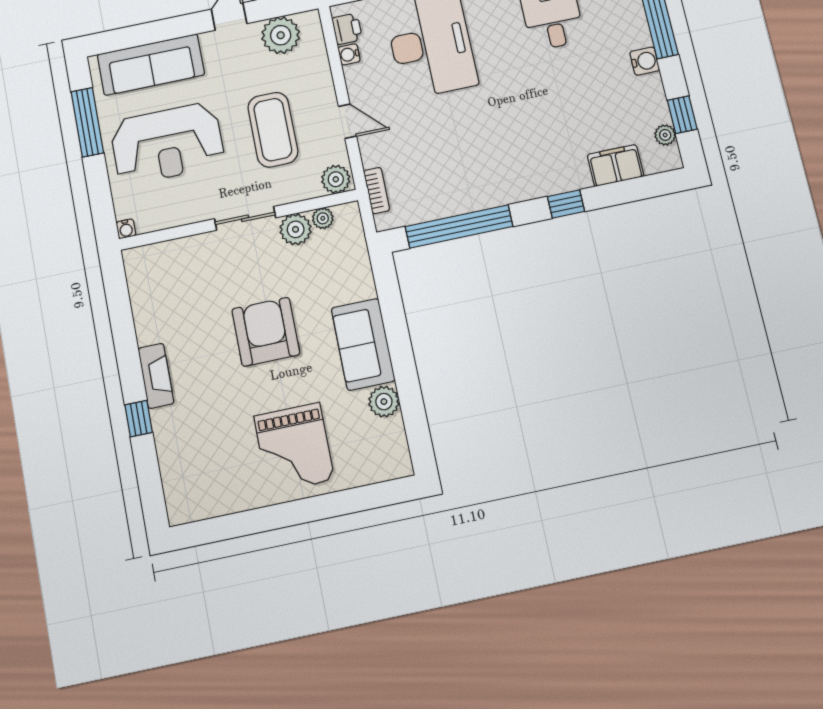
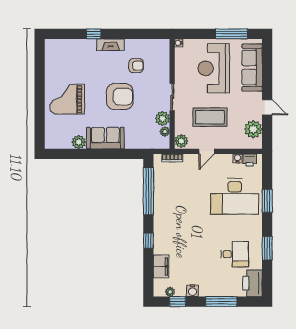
water cooler: (645, 61) -> (192, 291), moved
armchair: (192, 310) -> (136, 66), added

